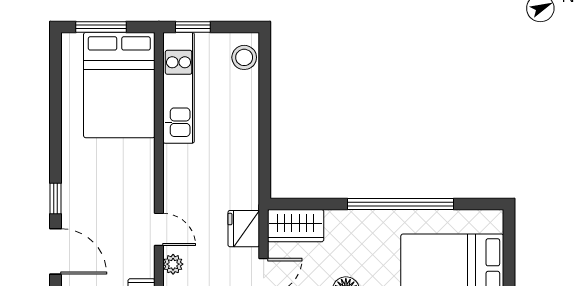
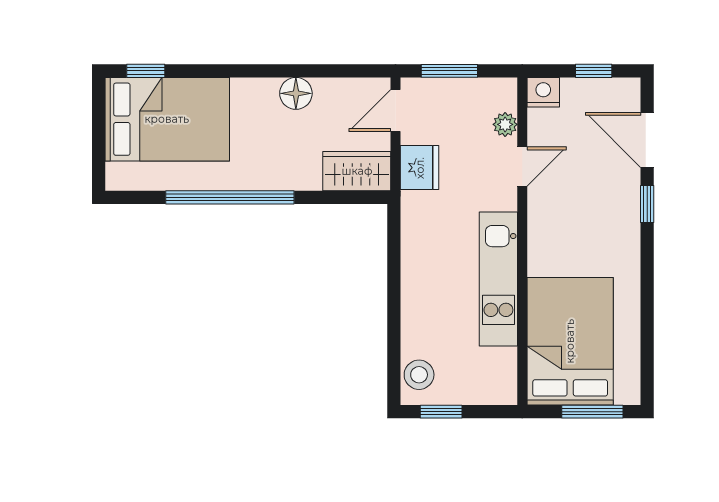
window: (193, 27) -> (441, 412), moved
kitchen unit: (179, 88) -> (498, 279), moved
door: (159, 229) -> (522, 167), swing flipped

